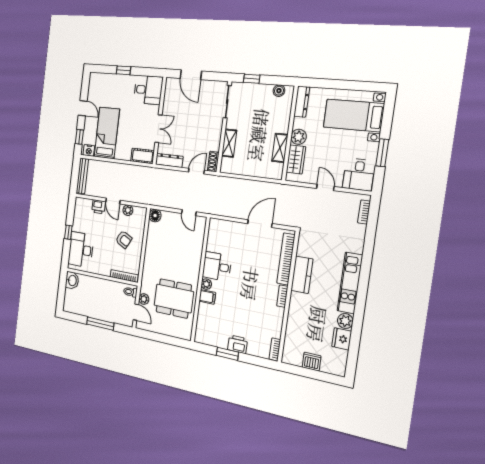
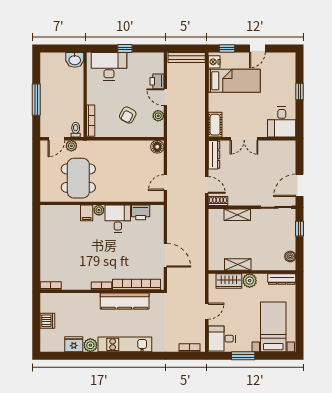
door: (191, 75) -> (300, 185), moved
door: (113, 201) -> (165, 97), hinge flipped
kitchen counter: (302, 275) -> (125, 301), width x1.50
printer: (237, 344) -> (141, 212), moved, turned 90
window: (227, 354) -> (36, 241), removed

